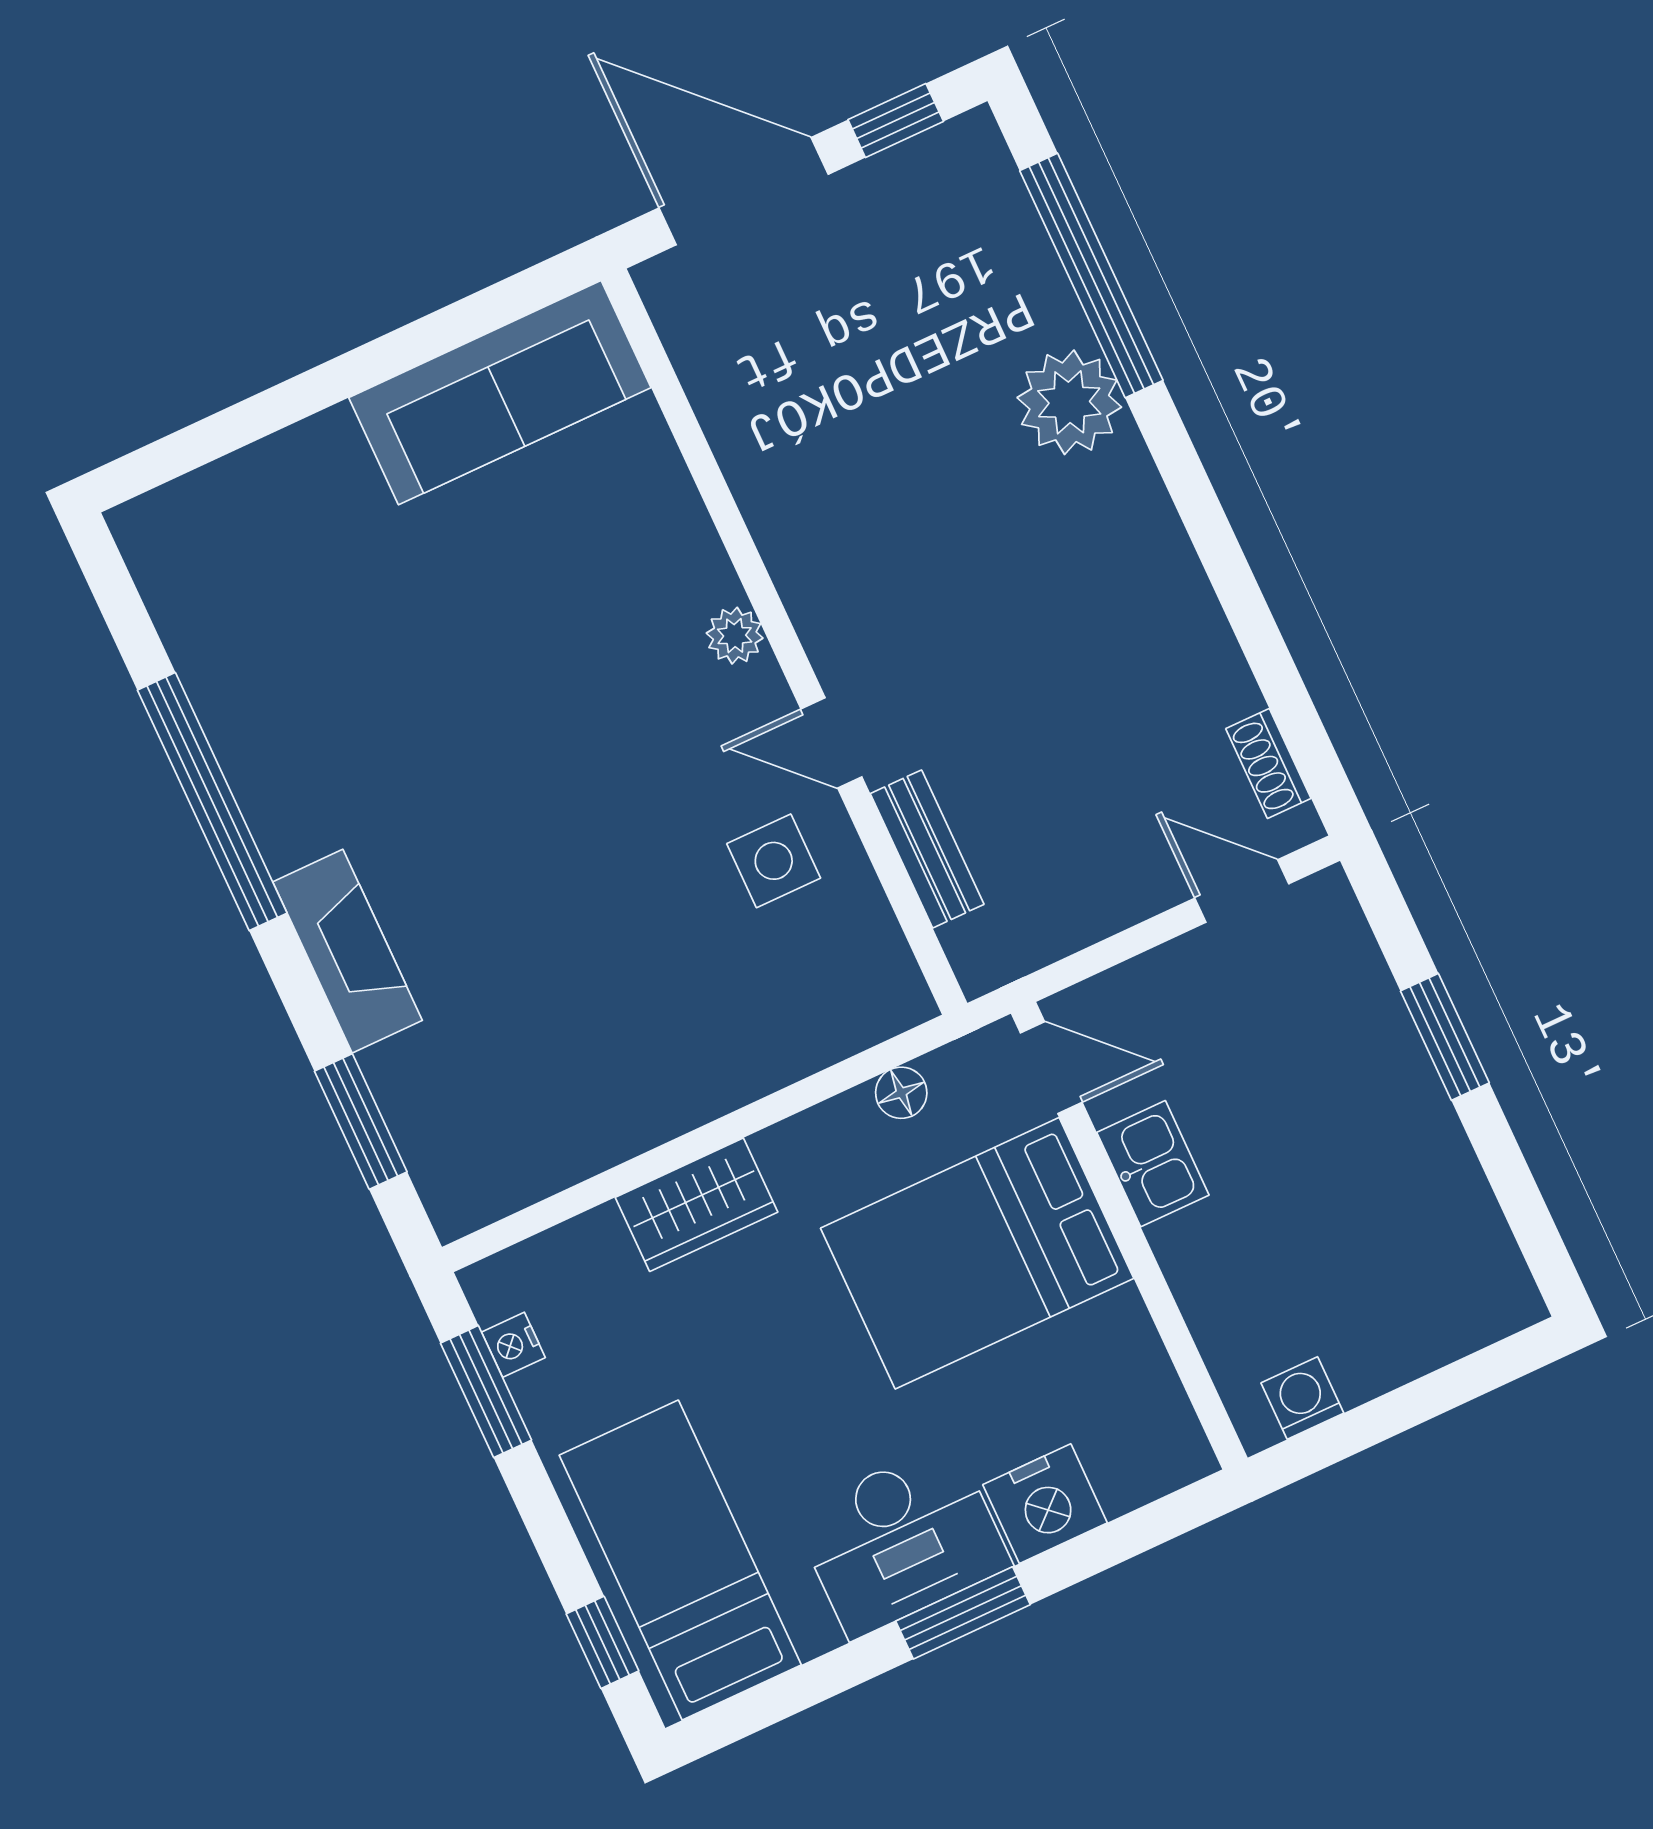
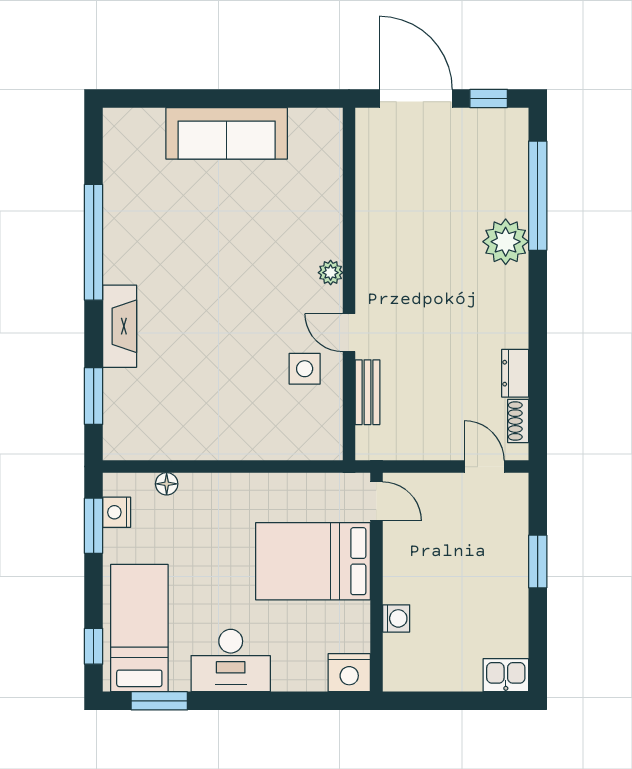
sofa: (500, 393) -> (227, 133), moved
dresser: (1216, 667) -> (515, 373), added
floor lamp: (901, 1093) -> (167, 484), moved
kitchen sink: (1153, 1164) -> (506, 675), moved, turned -90
wardrobe: (697, 1205) -> (211, 490), removed
nightstand: (513, 1345) -> (117, 512), width x1.39, depth x1.35
washing machine: (1302, 1398) -> (396, 618), moved, turned 90
nightstand: (1045, 1504) -> (349, 673), moved
window: (963, 1613) -> (159, 701), moved

